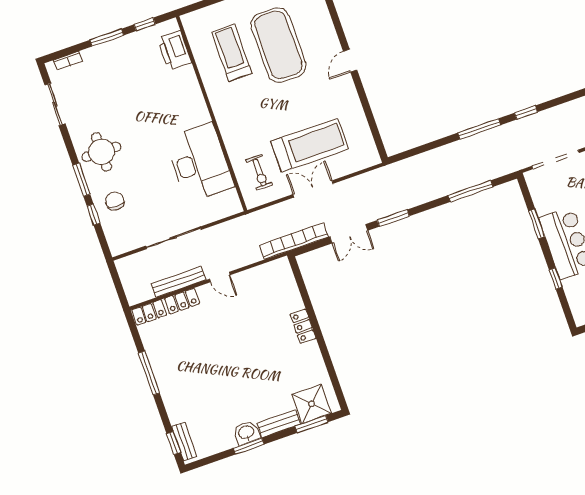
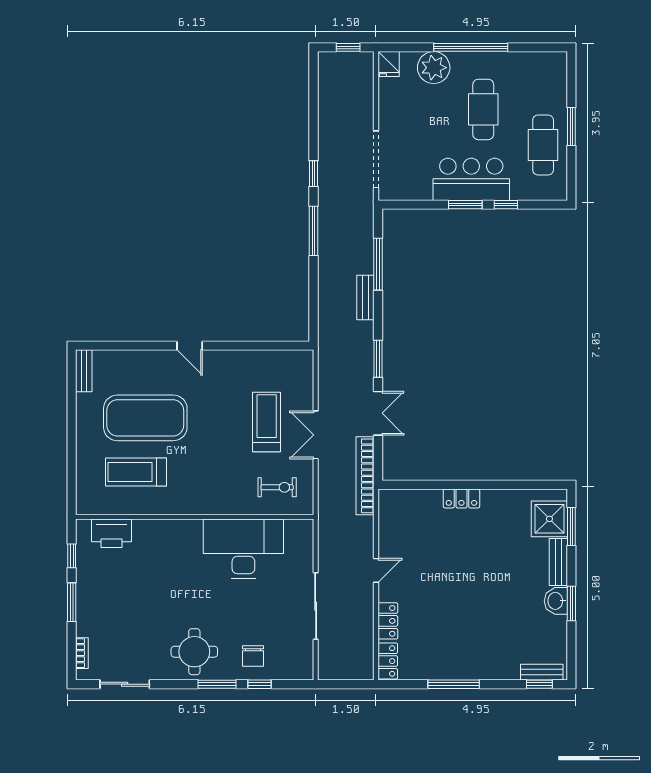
treadmill: (310, 145) -> (267, 422), width x0.73, depth x0.73
chair: (115, 201) -> (253, 656), turned -90
window: (537, 224) -> (465, 205), moved
bench: (178, 282) -> (365, 297), moved, width x0.73

